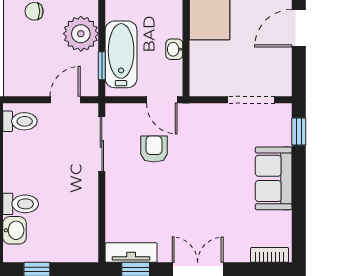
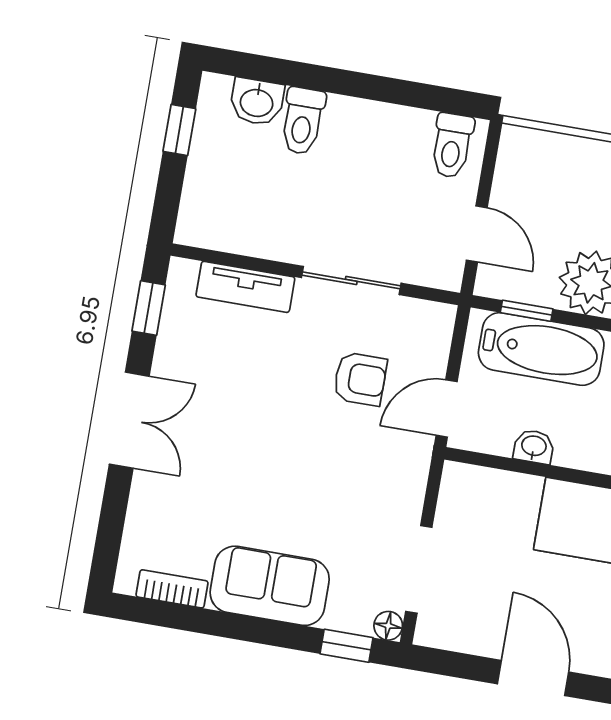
floor lamp: (284, 111) -> (388, 626), added
sliding door: (102, 144) -> (351, 280), moved
tv unit: (131, 253) -> (245, 287), moved, turned 90
bookcase: (270, 255) -> (172, 589), moved, turned -90

